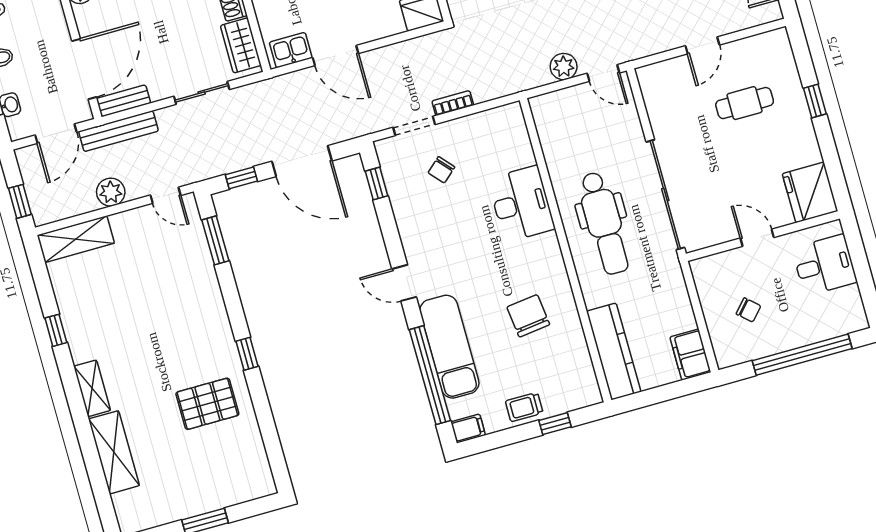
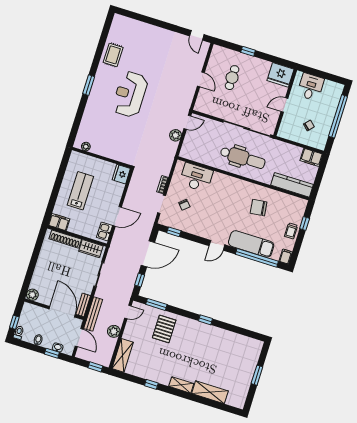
desk: (521, 204) -> (196, 177), moved
pallet: (207, 404) -> (164, 329), moved

